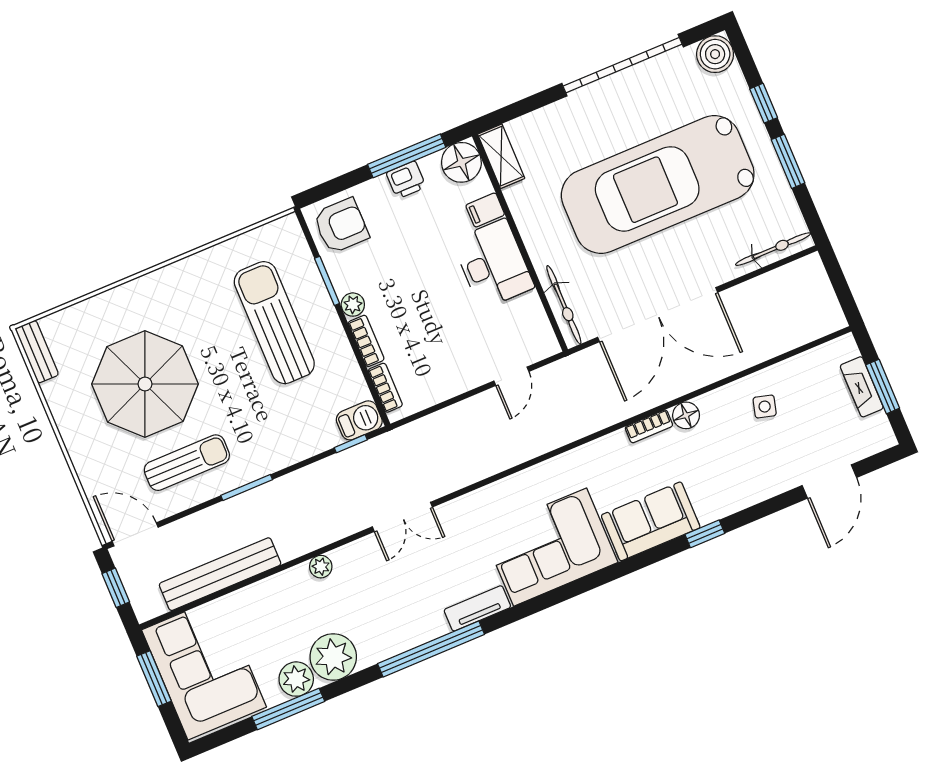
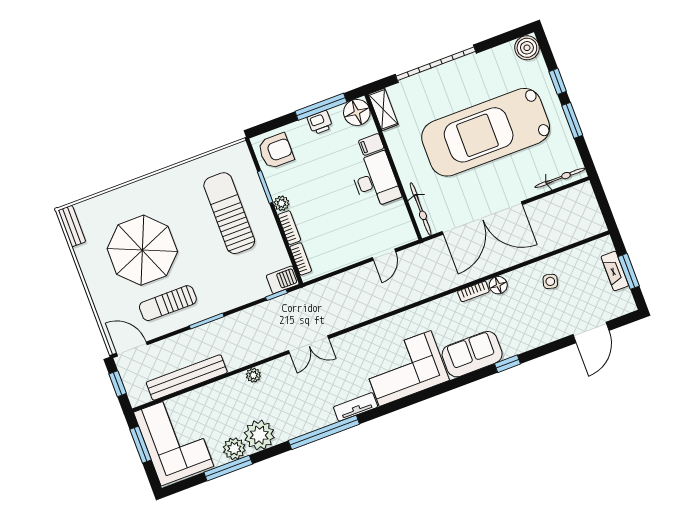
garage door: (623, 65) -> (436, 64), moved
sun lounger: (187, 463) -> (168, 303), turned 180

